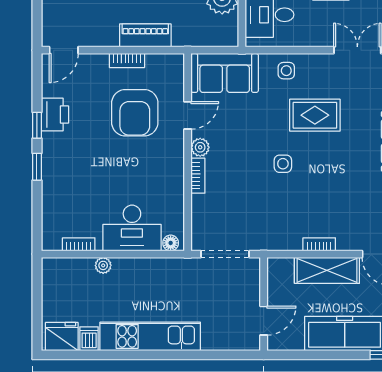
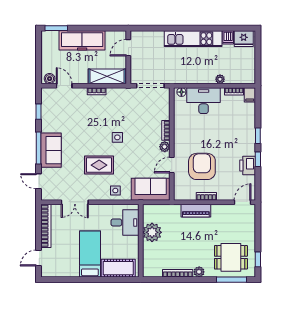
filing cabinet: (51, 238) -> (250, 95), added
shelving: (327, 270) -> (107, 76), moved

